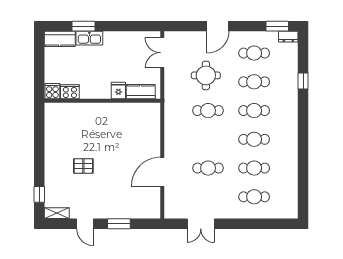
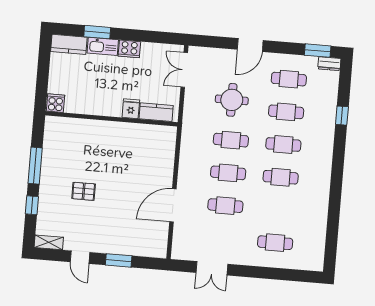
cooker: (70, 92) -> (129, 49), moved, turned 180
window: (39, 147) -> (35, 166), added
cafe table: (254, 168) -> (228, 173), moved
window: (39, 194) -> (32, 205), moved

